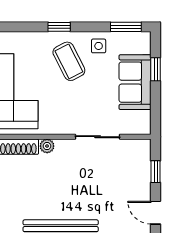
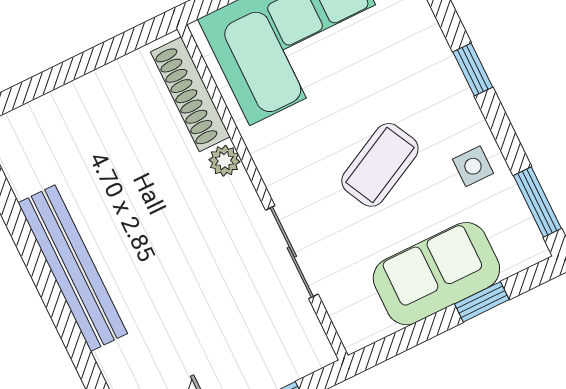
coffee table: (69, 61) -> (380, 165), moved

